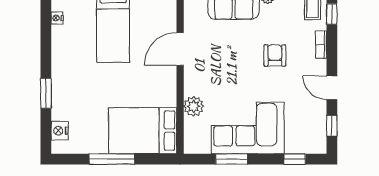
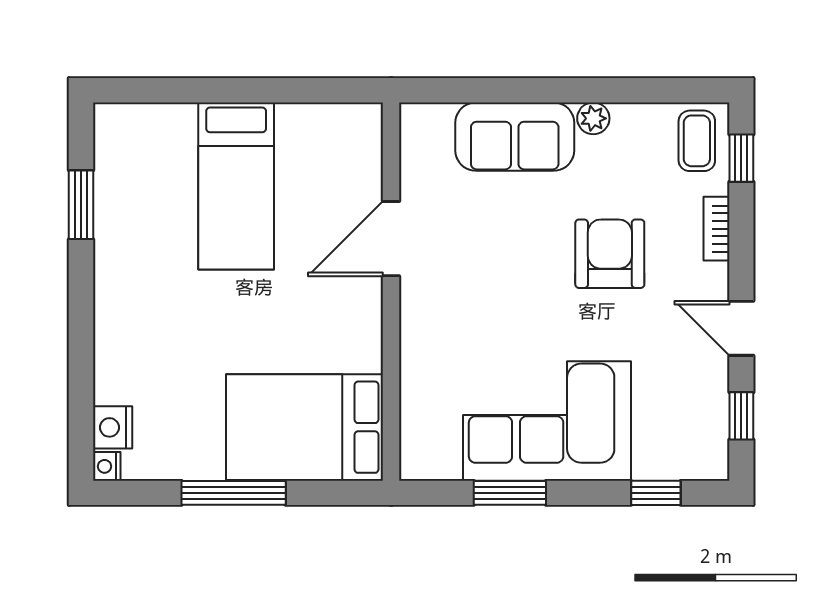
nightstand: (57, 18) -> (107, 466), moved
armchair: (275, 56) -> (610, 254), width x1.38, depth x1.38
window: (46, 93) -> (81, 205), moved
plant: (194, 106) -> (422, 371), removed

